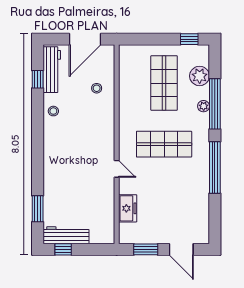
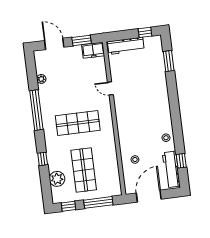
window: (151, 39) -> (98, 202), added
window: (215, 104) -> (43, 159), width x0.32
plant: (204, 106) -> (41, 79), moved
door: (117, 169) -> (110, 88), moved
freezer: (128, 208) -> (93, 50), moved, turned -90
workbench: (66, 235) -> (126, 46), moved

